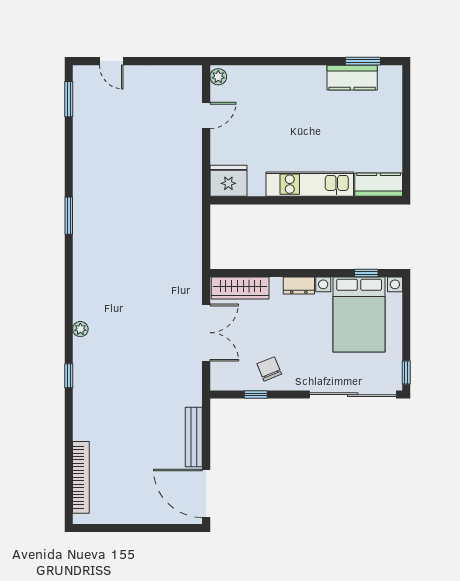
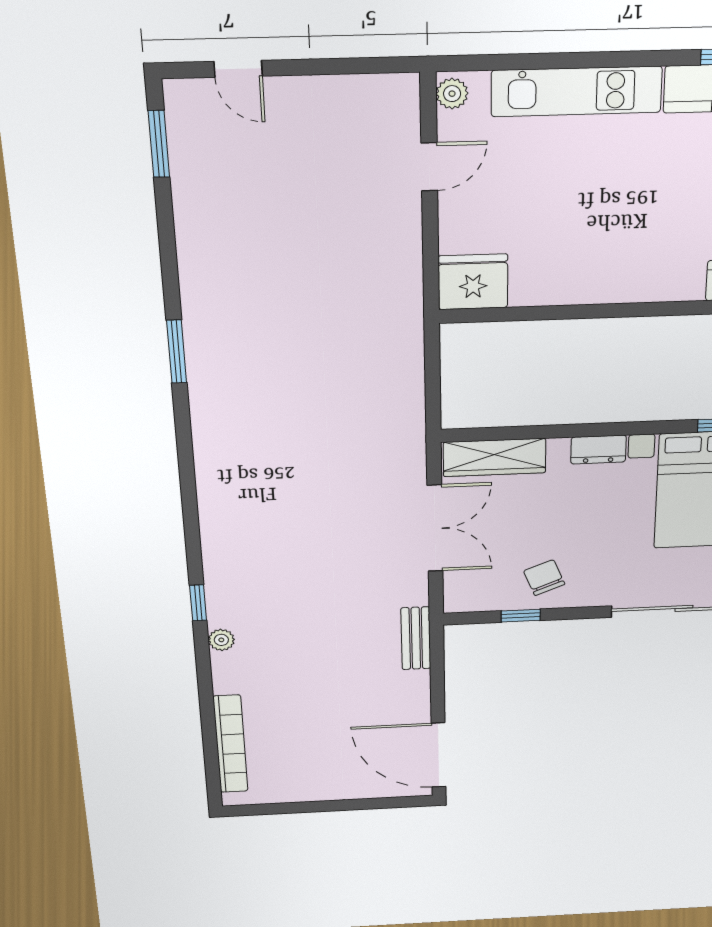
kitchen unit: (310, 184) -> (577, 91), moved, turned 180
plant: (80, 329) -> (221, 640), moved
bench: (194, 437) -> (416, 638), moved, width x0.73

